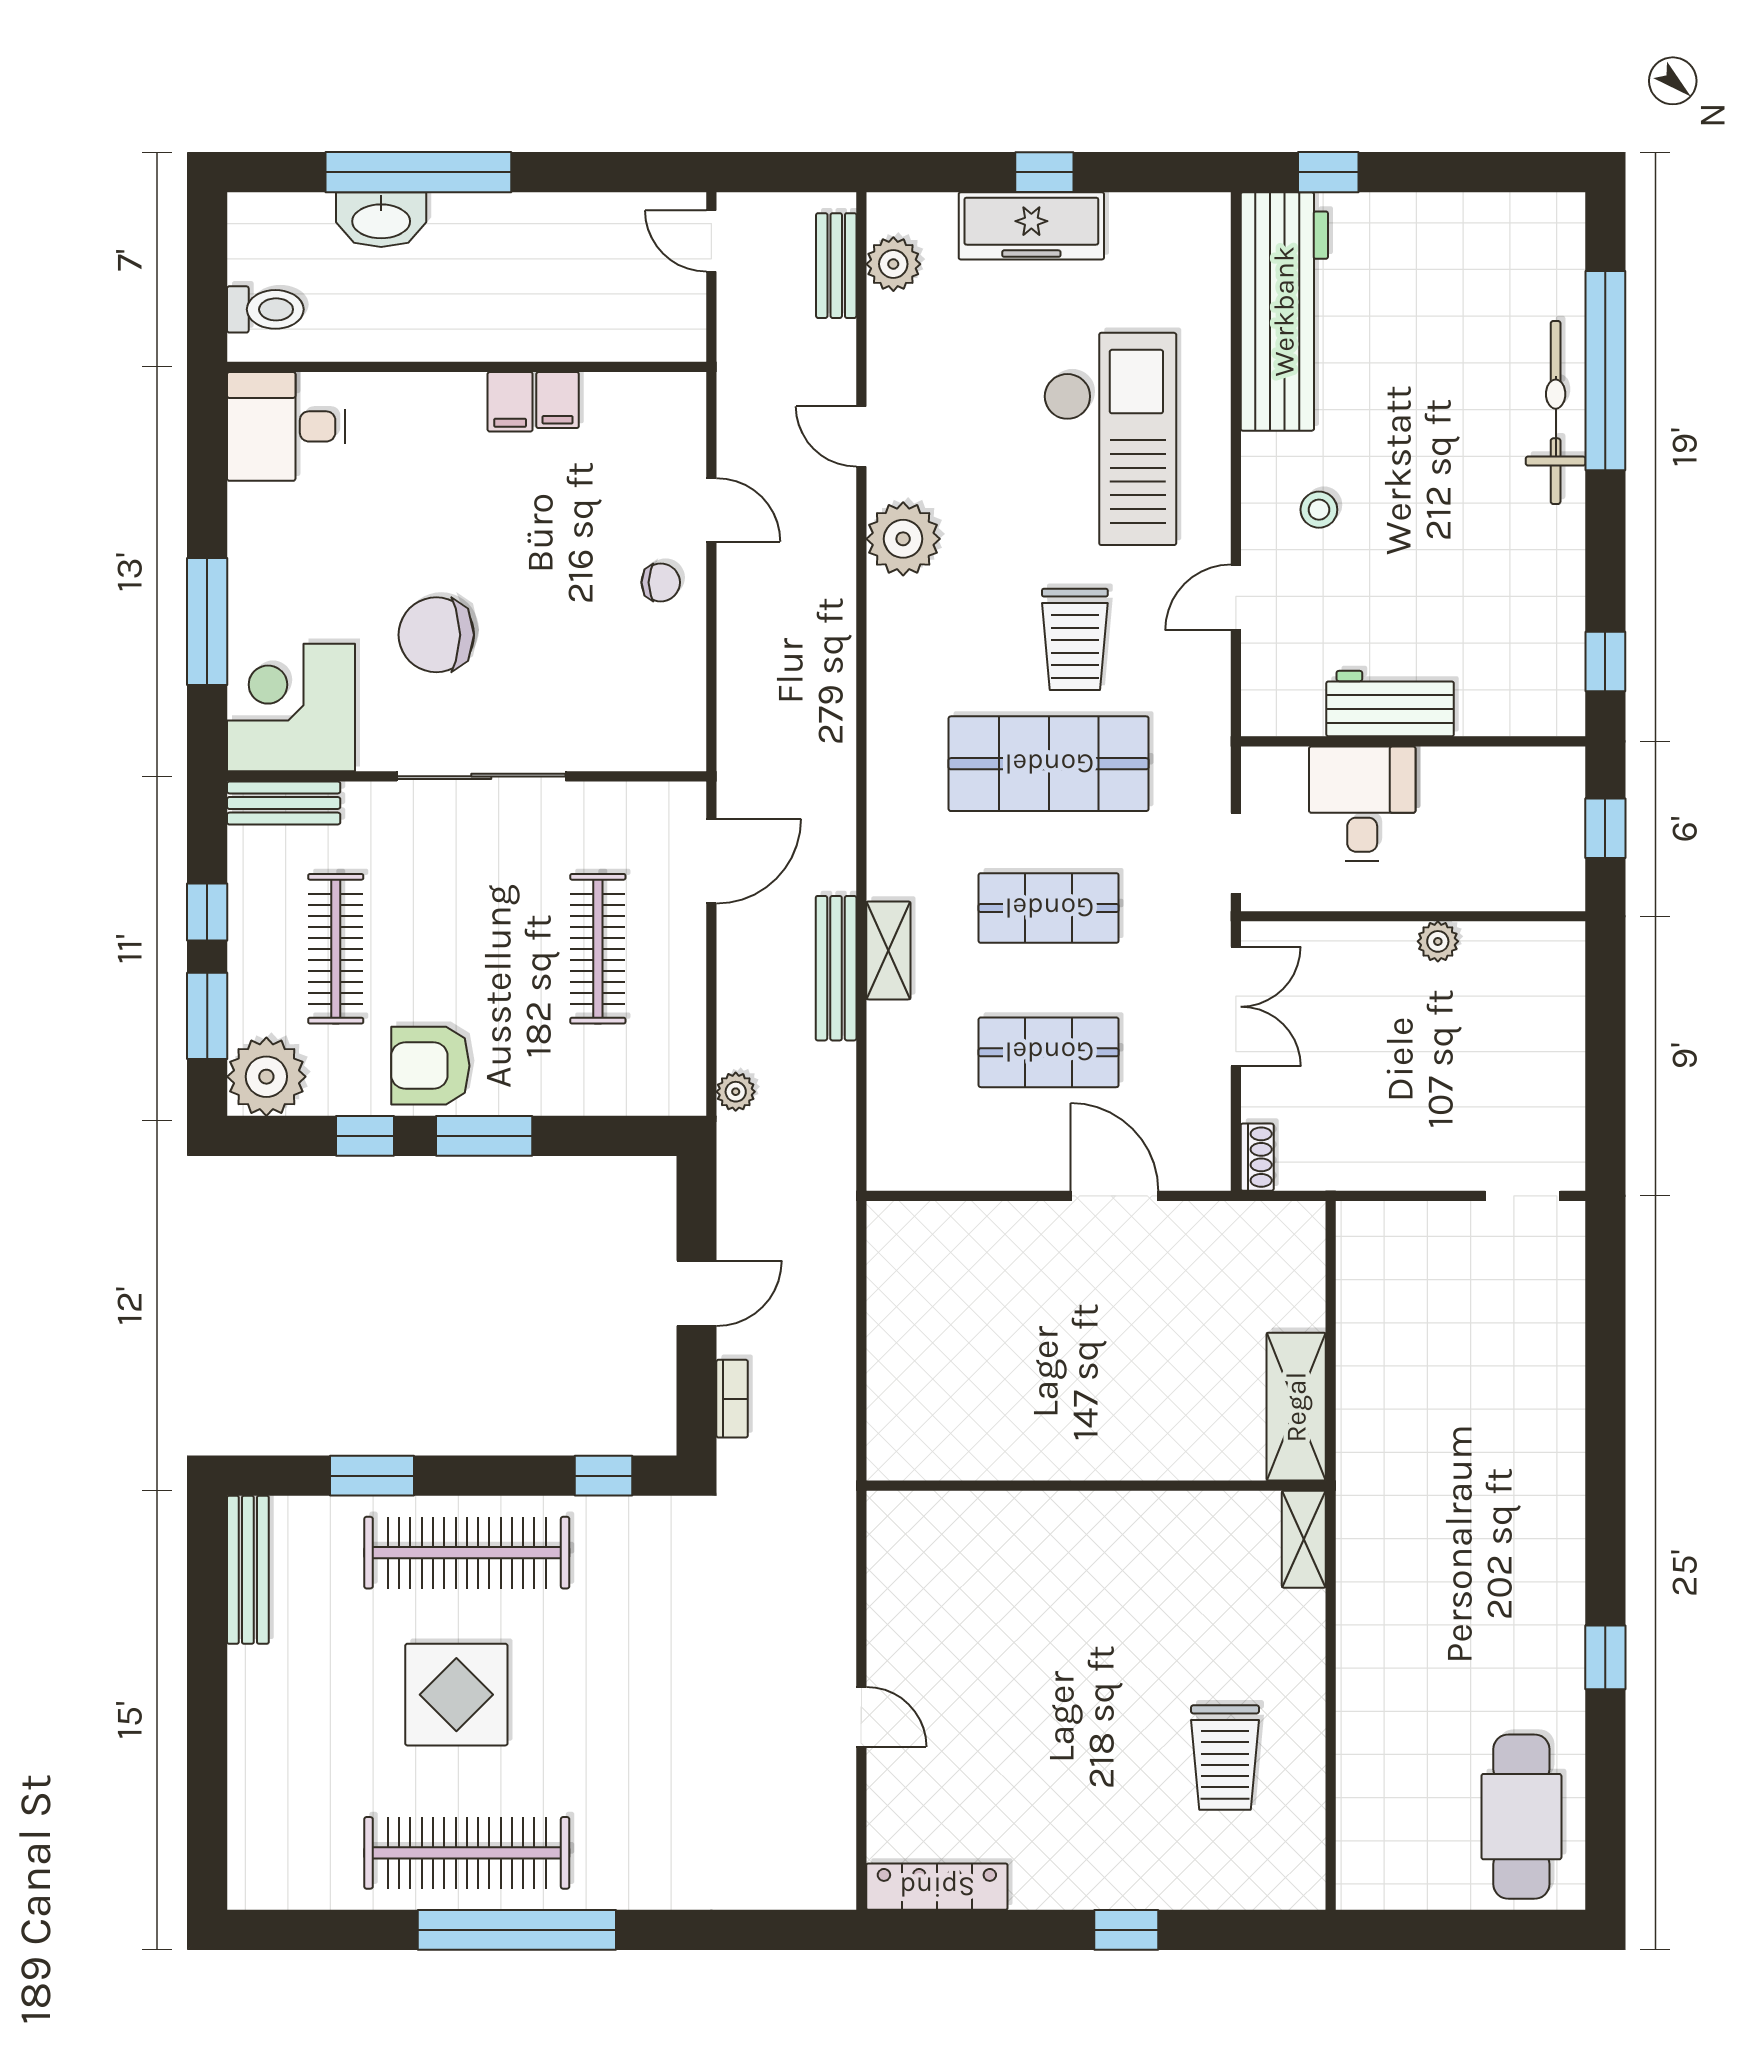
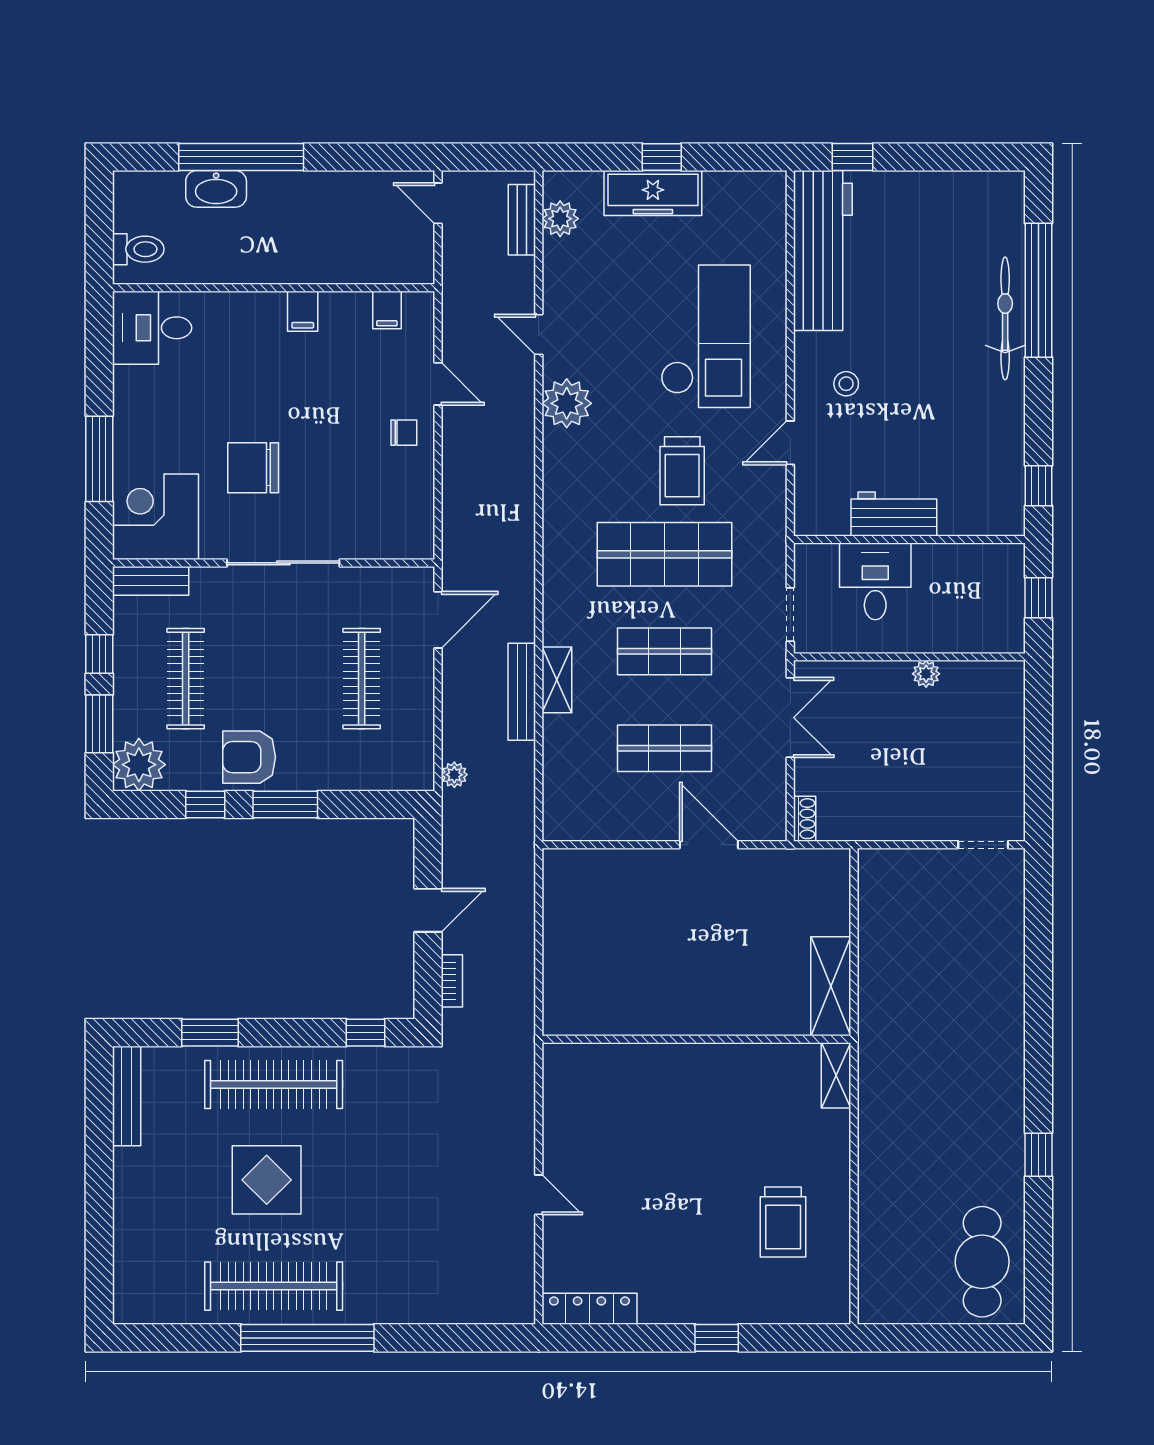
filing cabinet: (558, 400) -> (387, 310), moved

